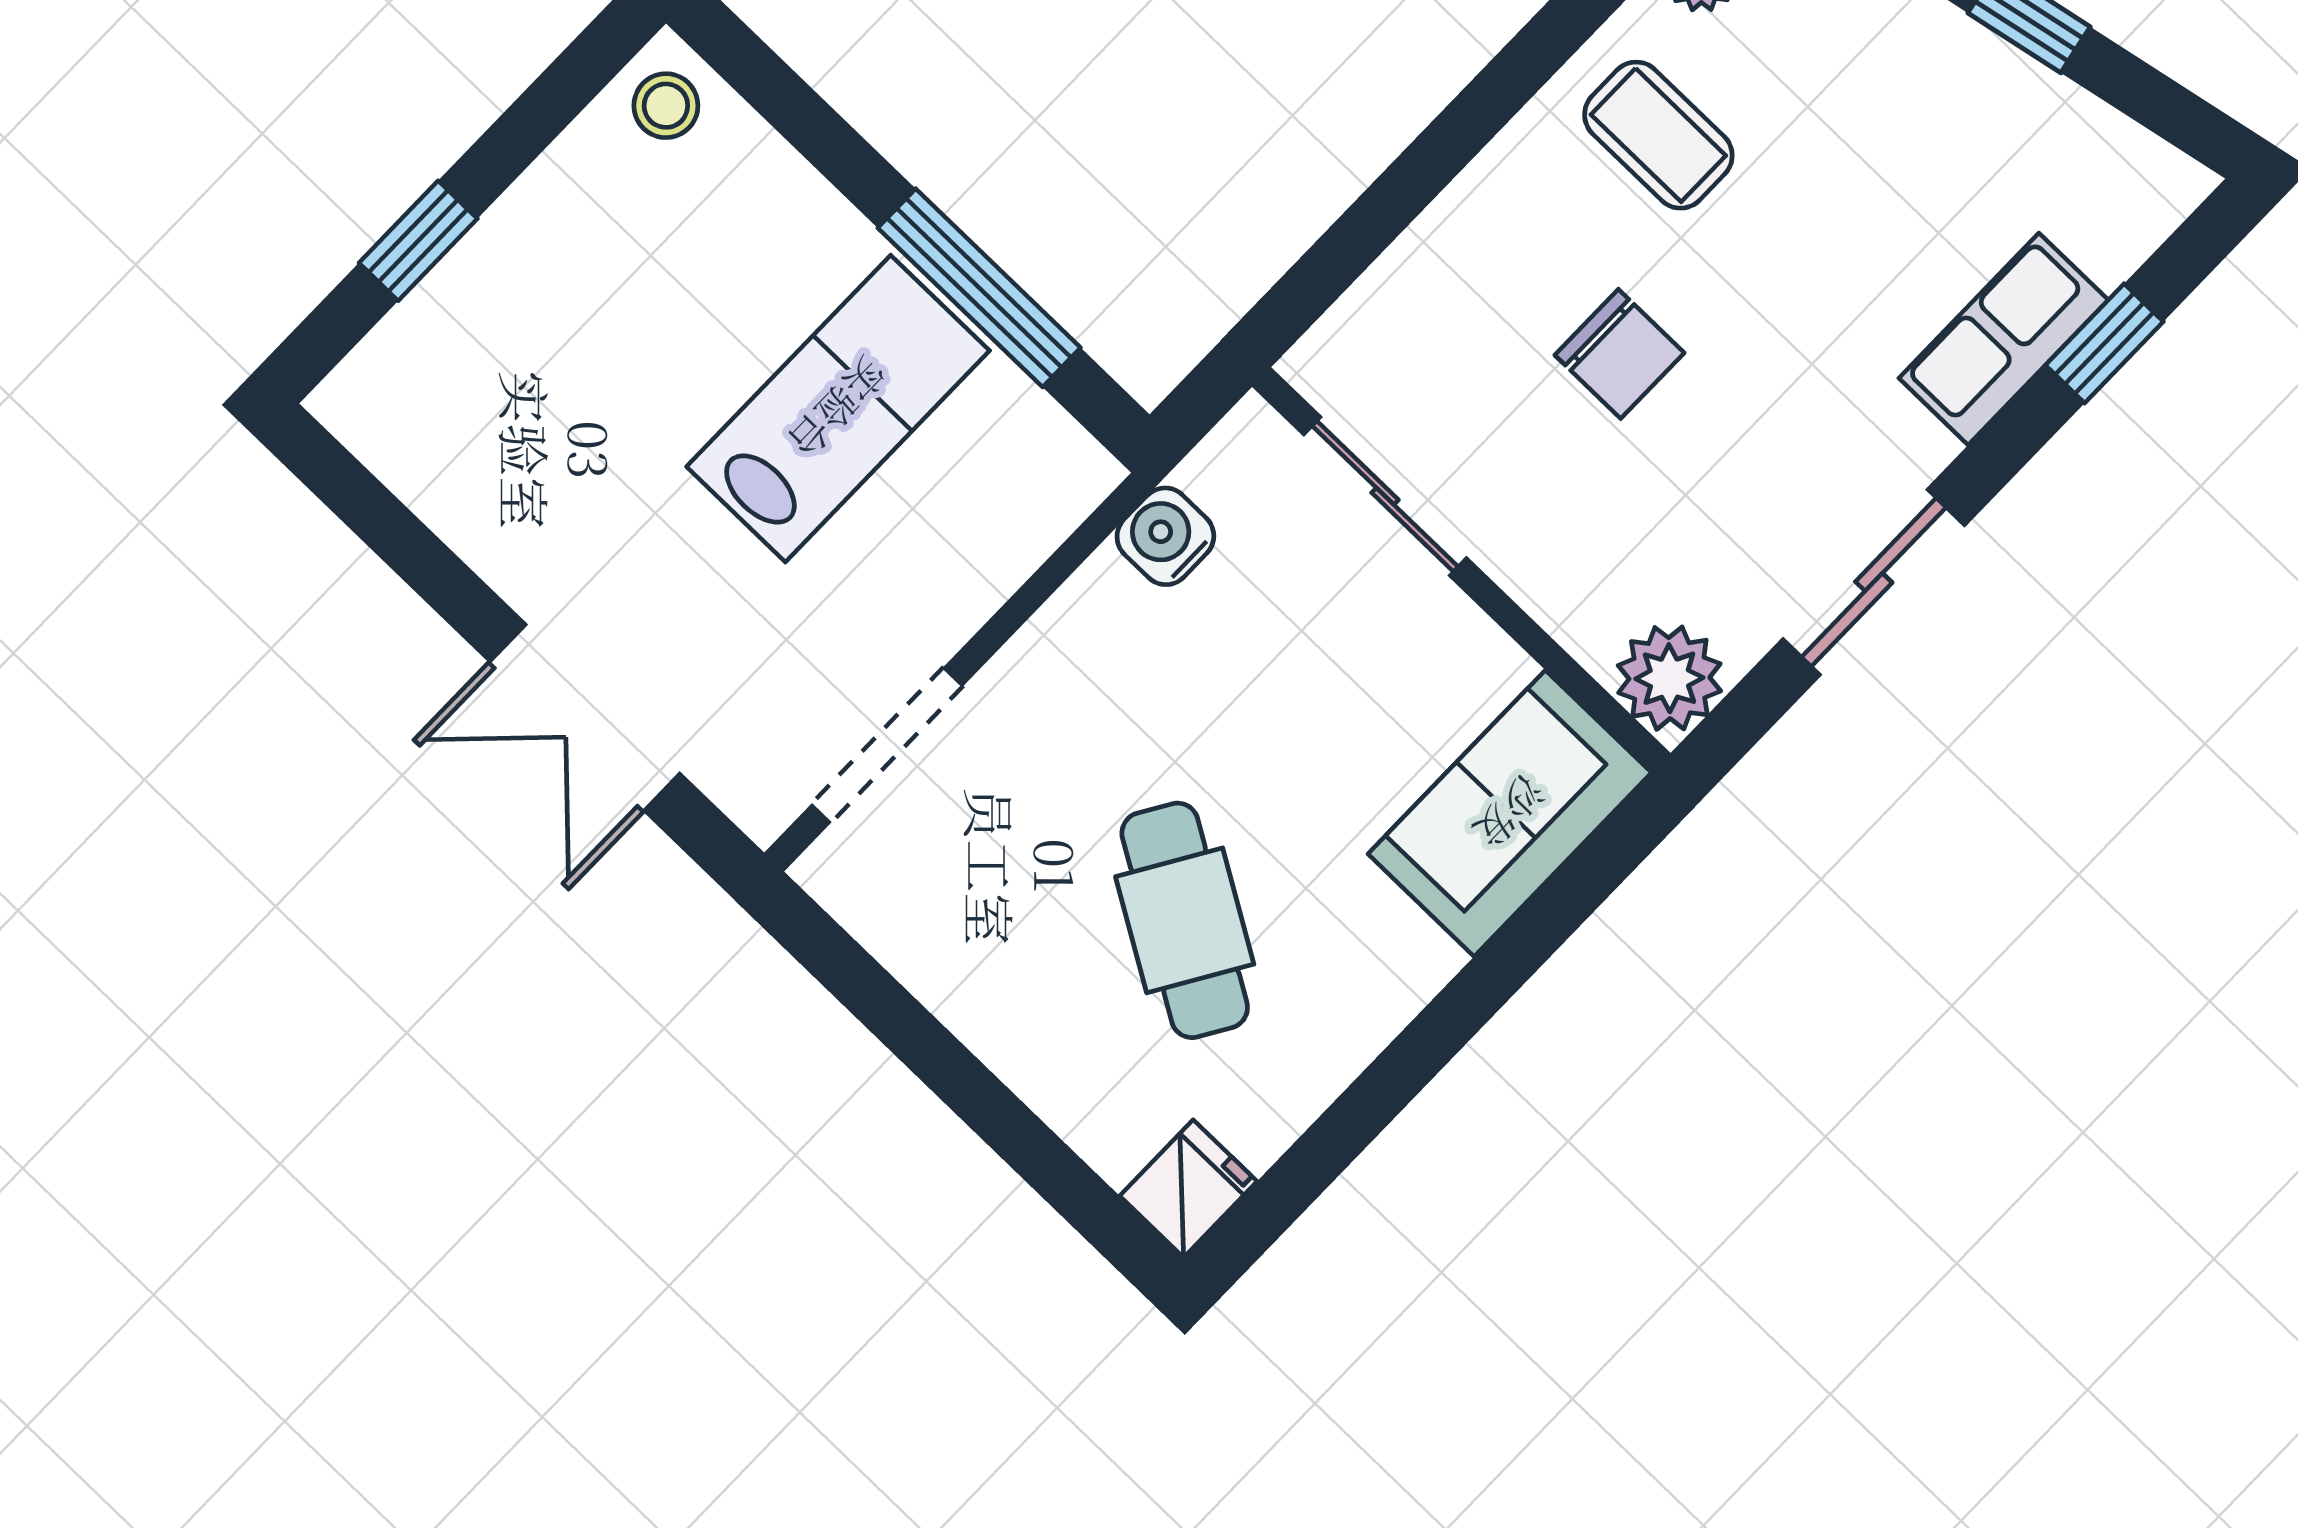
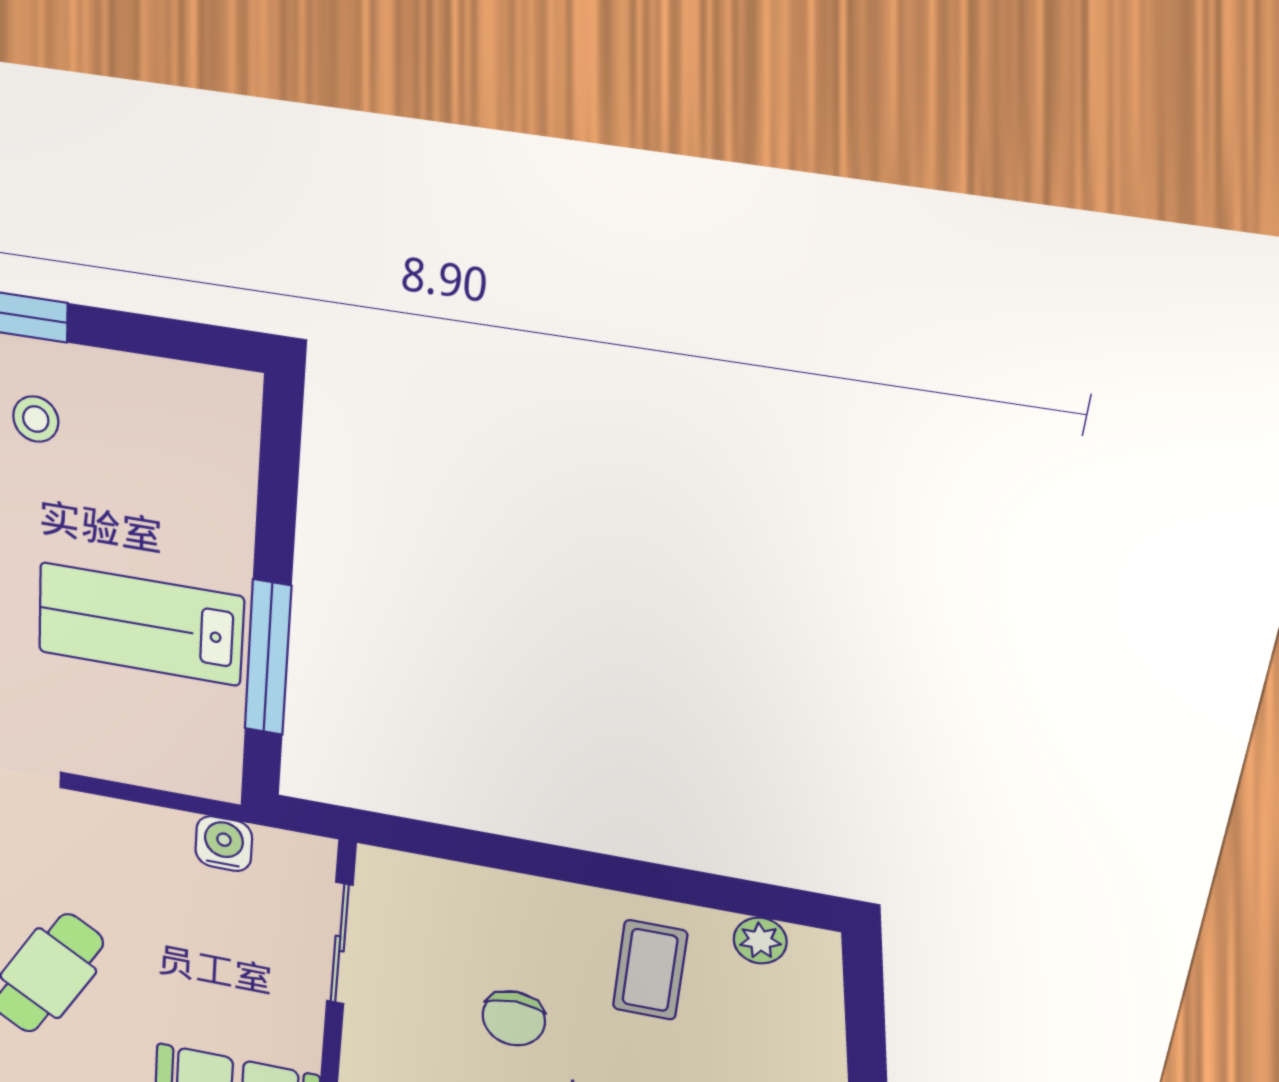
stool: (666, 106) -> (36, 419), moved
lab bench: (838, 409) -> (140, 624), turned 180

